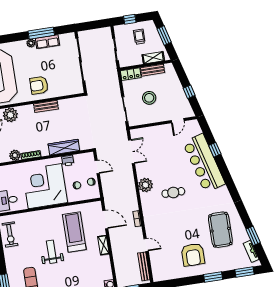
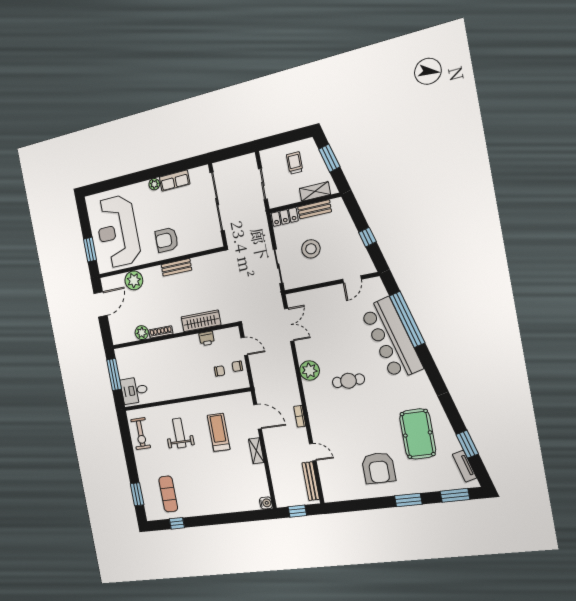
window: (130, 19) -> (281, 139), removed
window: (41, 33) -> (166, 170), removed
window: (215, 150) -> (407, 319), width x3.17
corner desk: (45, 186) -> (180, 372), removed
treadmill: (74, 232) -> (219, 432), width x0.73, depth x0.73
weight bench: (52, 252) -> (179, 433), moved

